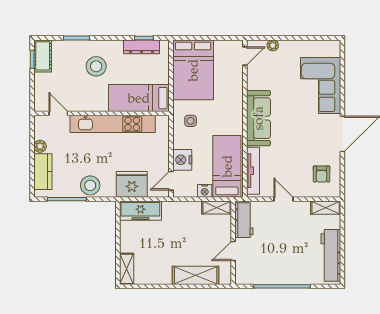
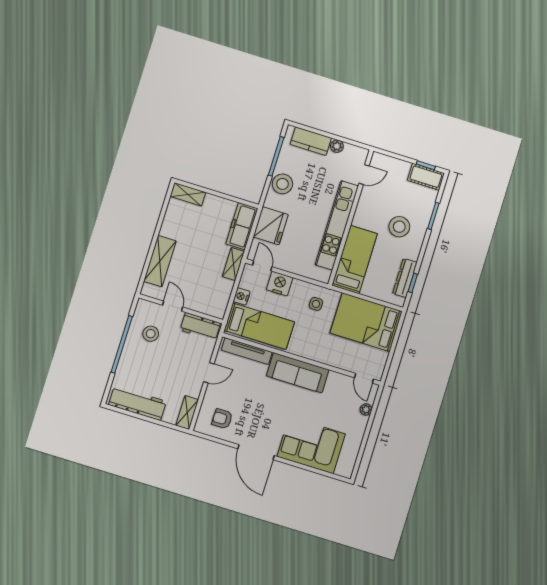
shelving: (217, 208) -> (233, 264), moved
stool: (264, 263) -> (151, 334), added

